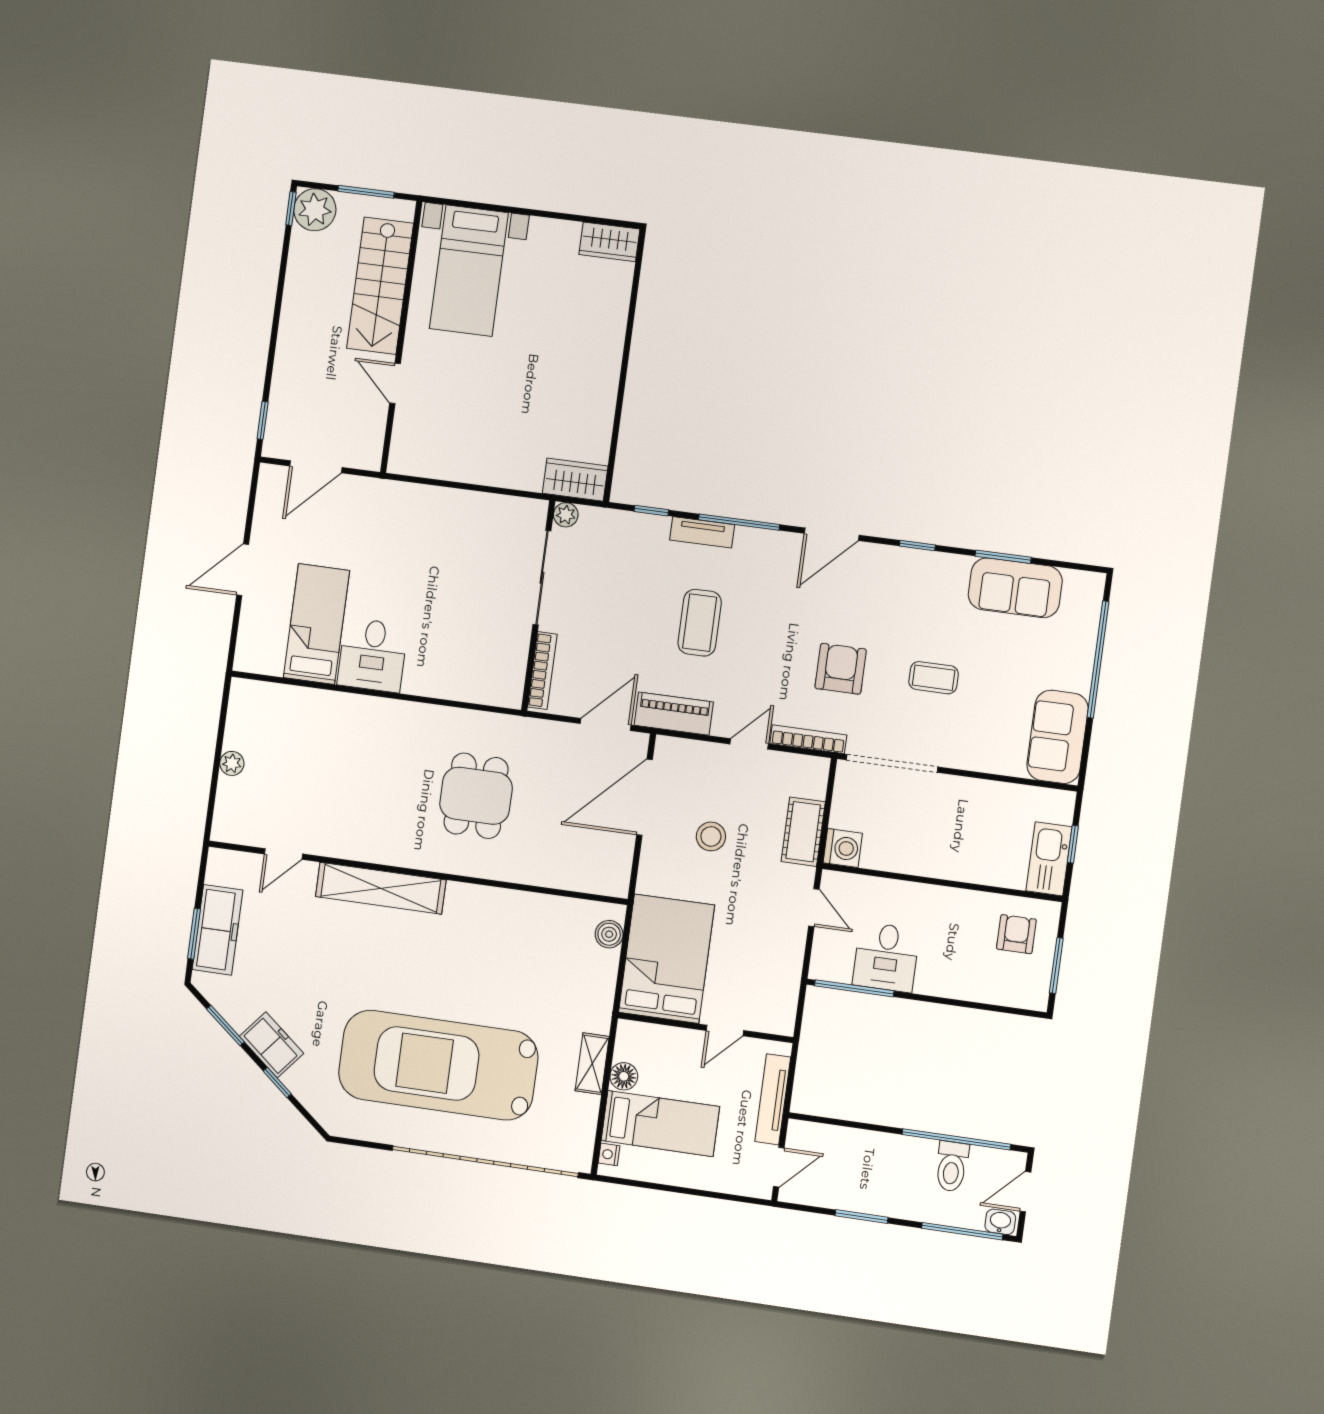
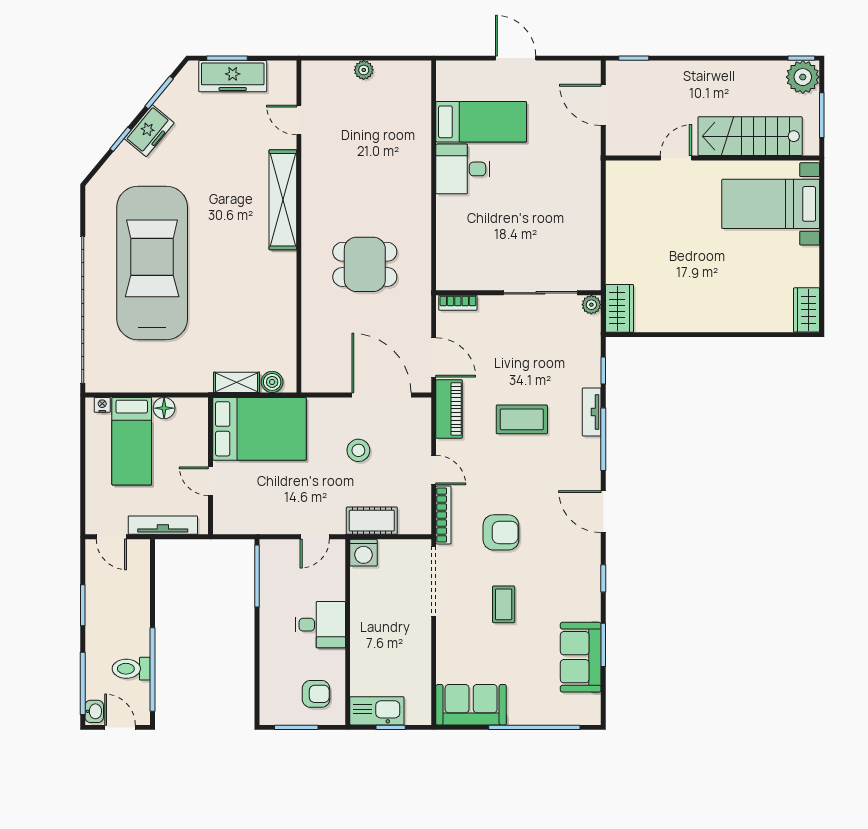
bookcase: (542, 671) -> (458, 303), width x0.64
desk: (886, 957) -> (320, 625), moved, turned 180
shelving: (592, 1064) -> (237, 382), moved

